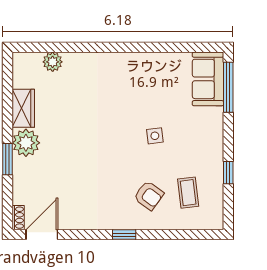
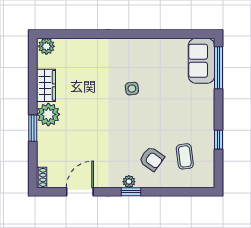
plant: (53, 62) -> (46, 46), moved
side table: (155, 136) -> (132, 89), moved
plant: (122, 222) -> (129, 182), added
door: (42, 235) -> (80, 192), moved

